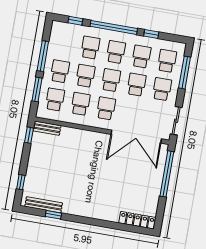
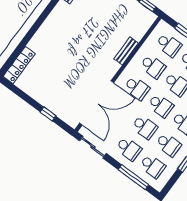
bench: (47, 128) -> (126, 51), moved
double door: (136, 137) -> (97, 103), swing flipped
window: (167, 174) -> (48, 114), width x0.32

